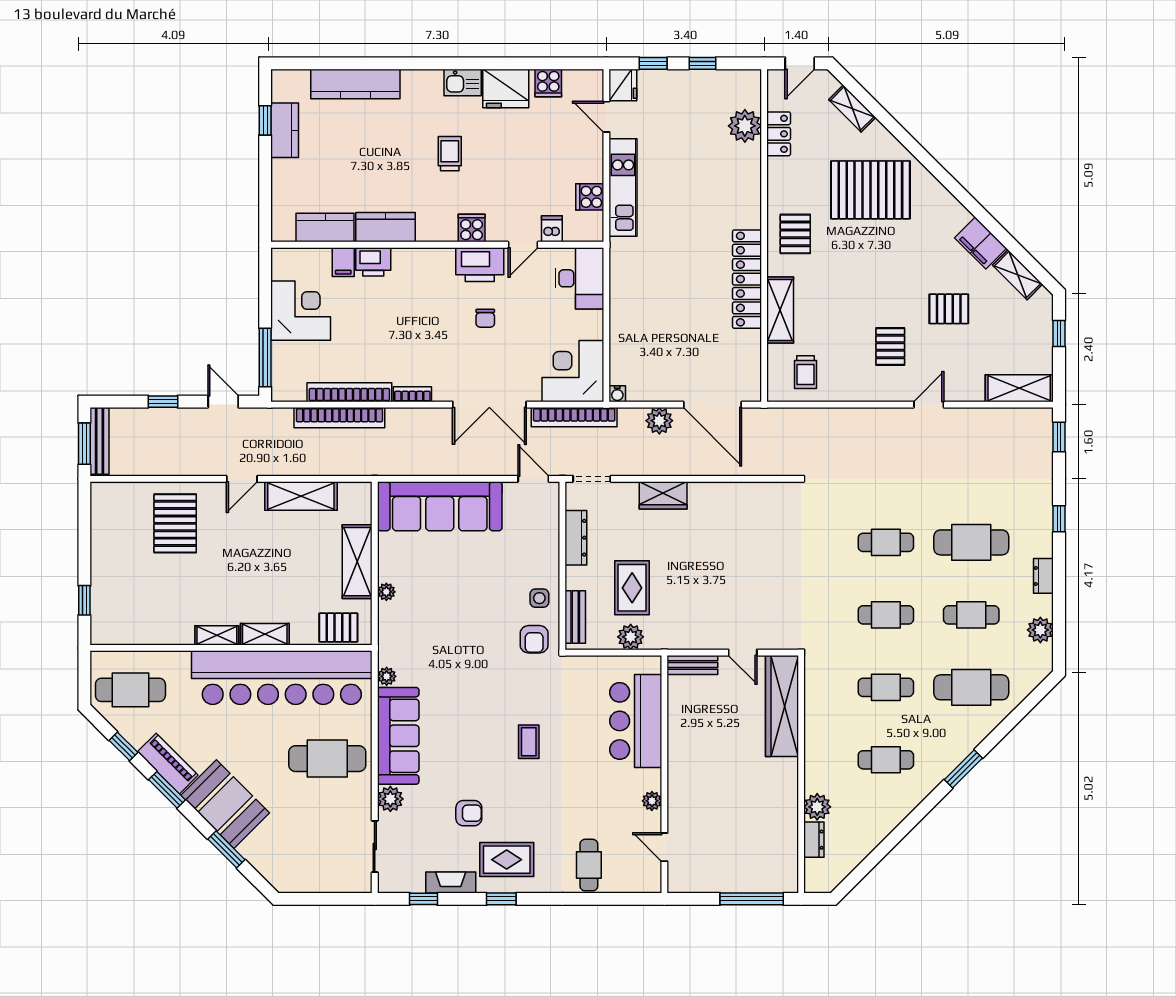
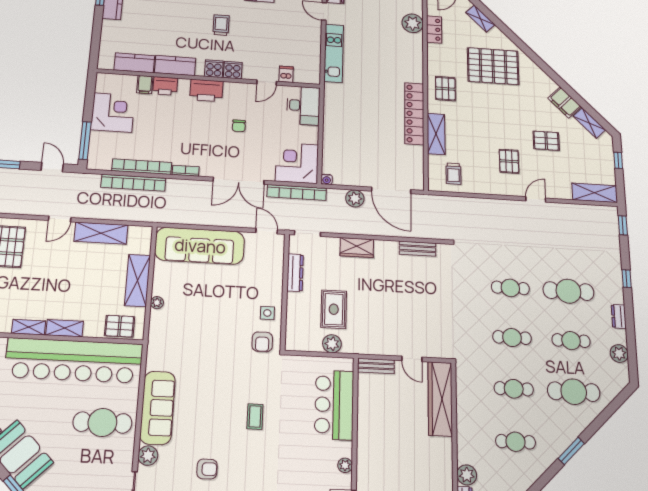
cooker: (590, 197) -> (214, 69), moved, turned 90
printer: (480, 265) -> (206, 90), moved
bench: (575, 617) -> (418, 249), moved, turned 90
plant: (387, 676) -> (152, 363), removed

